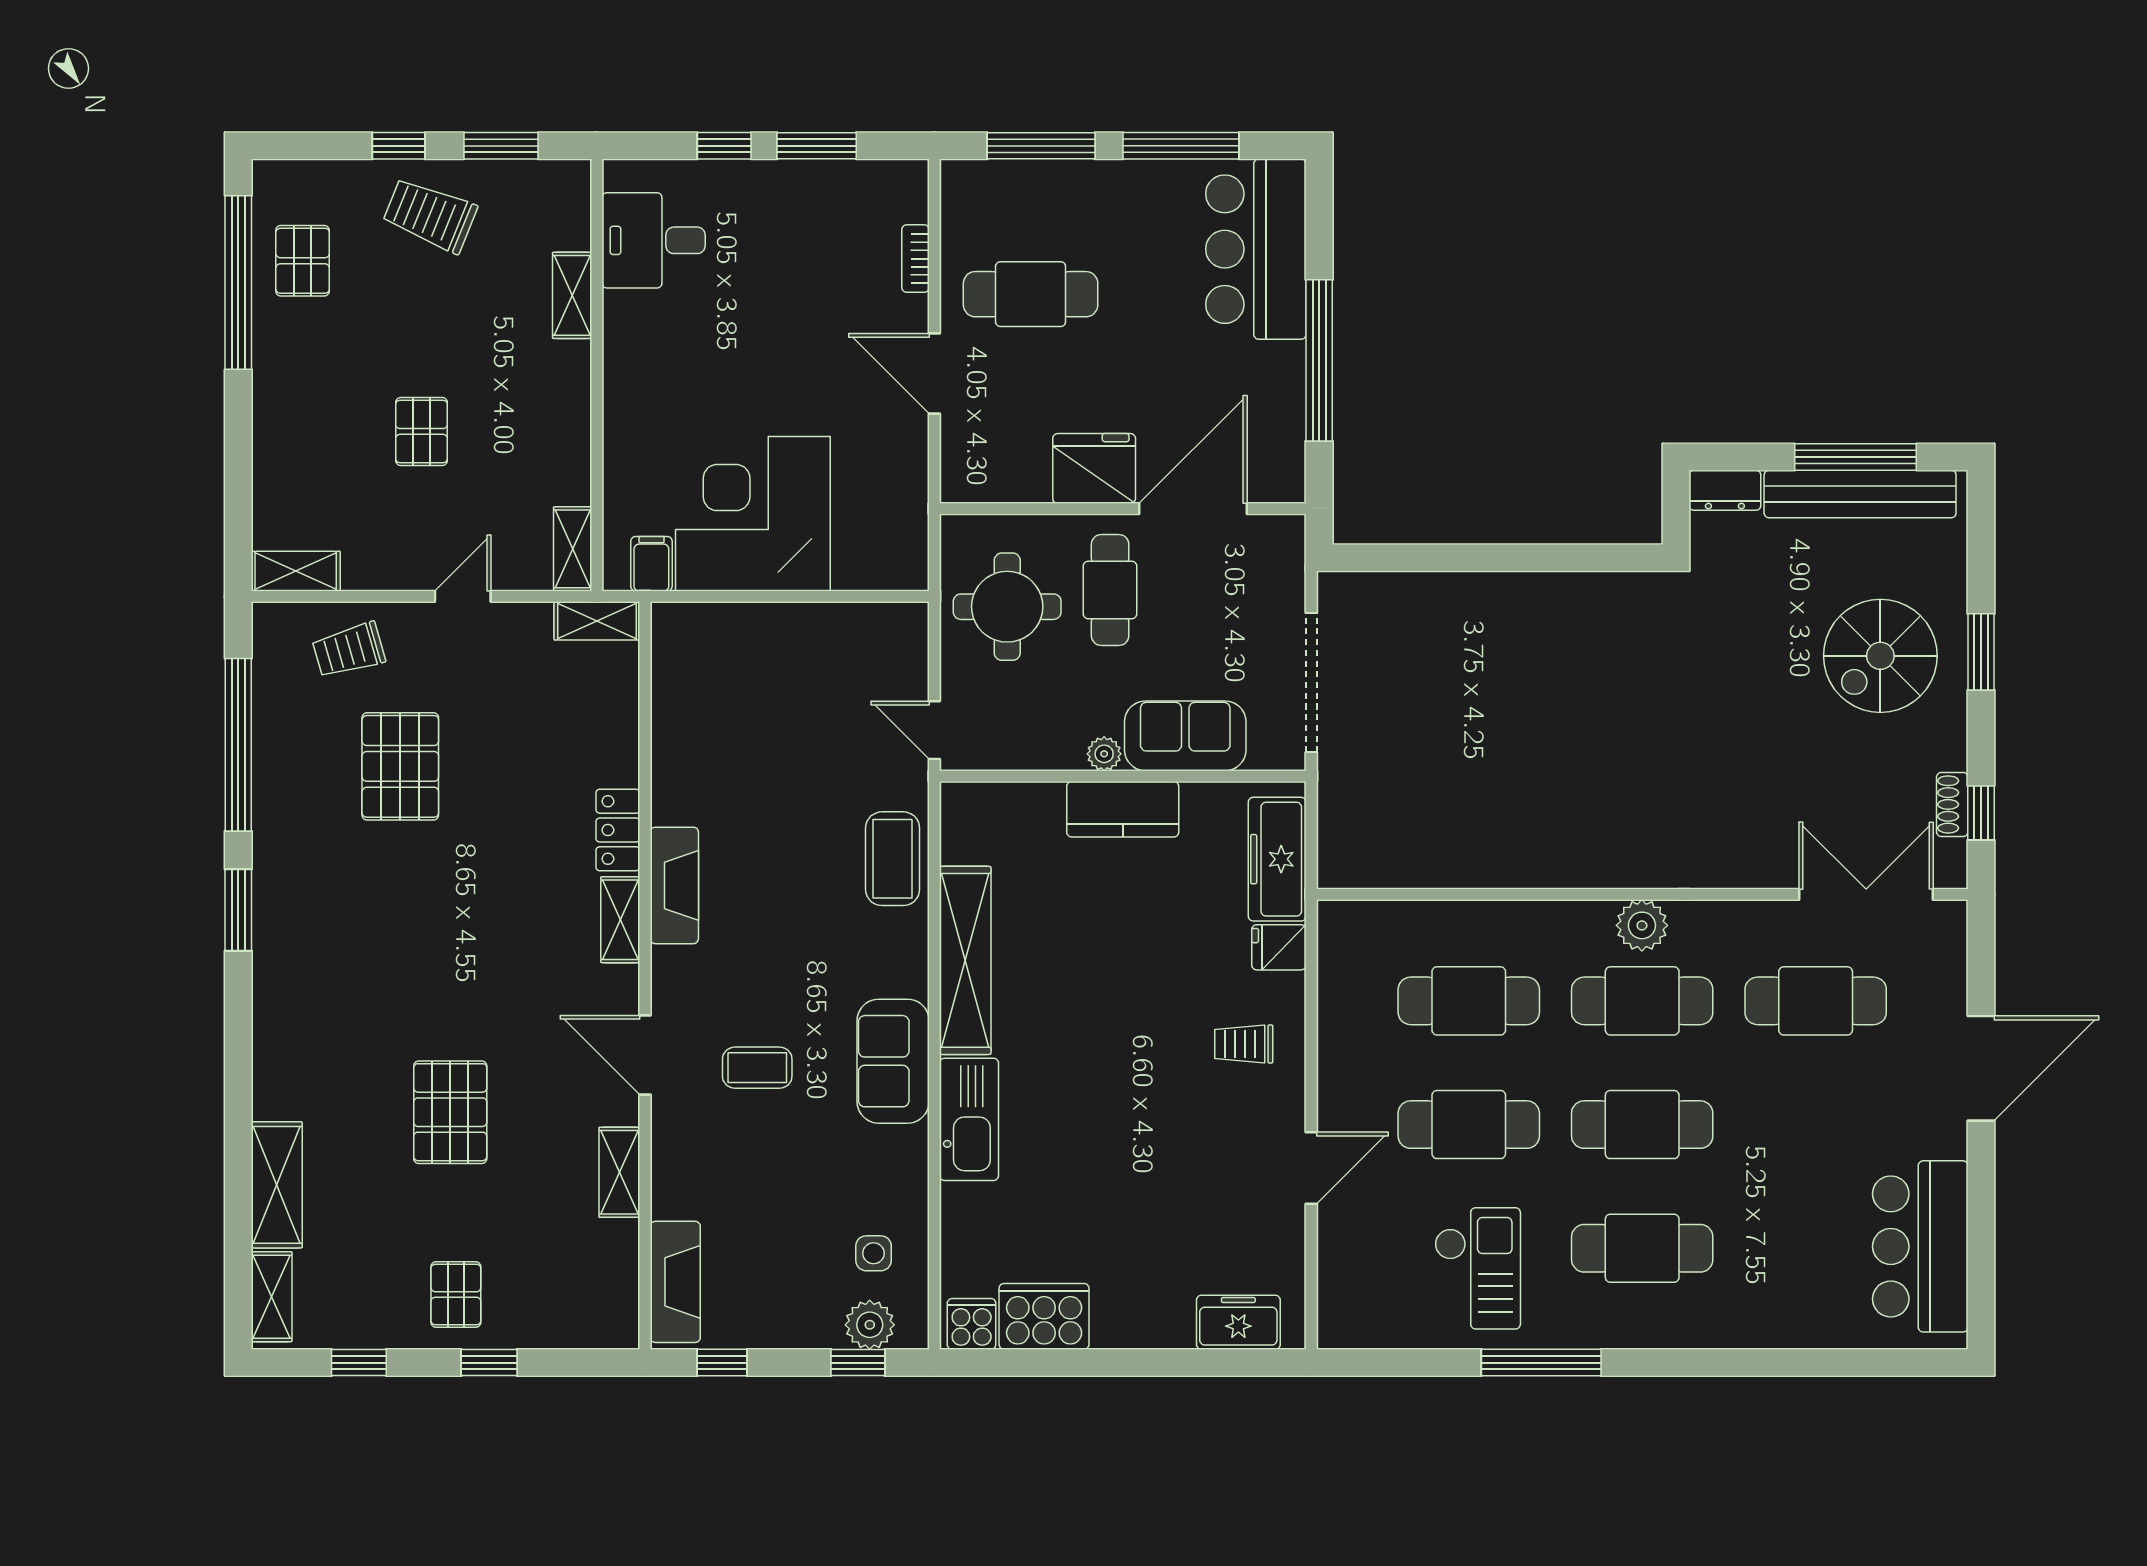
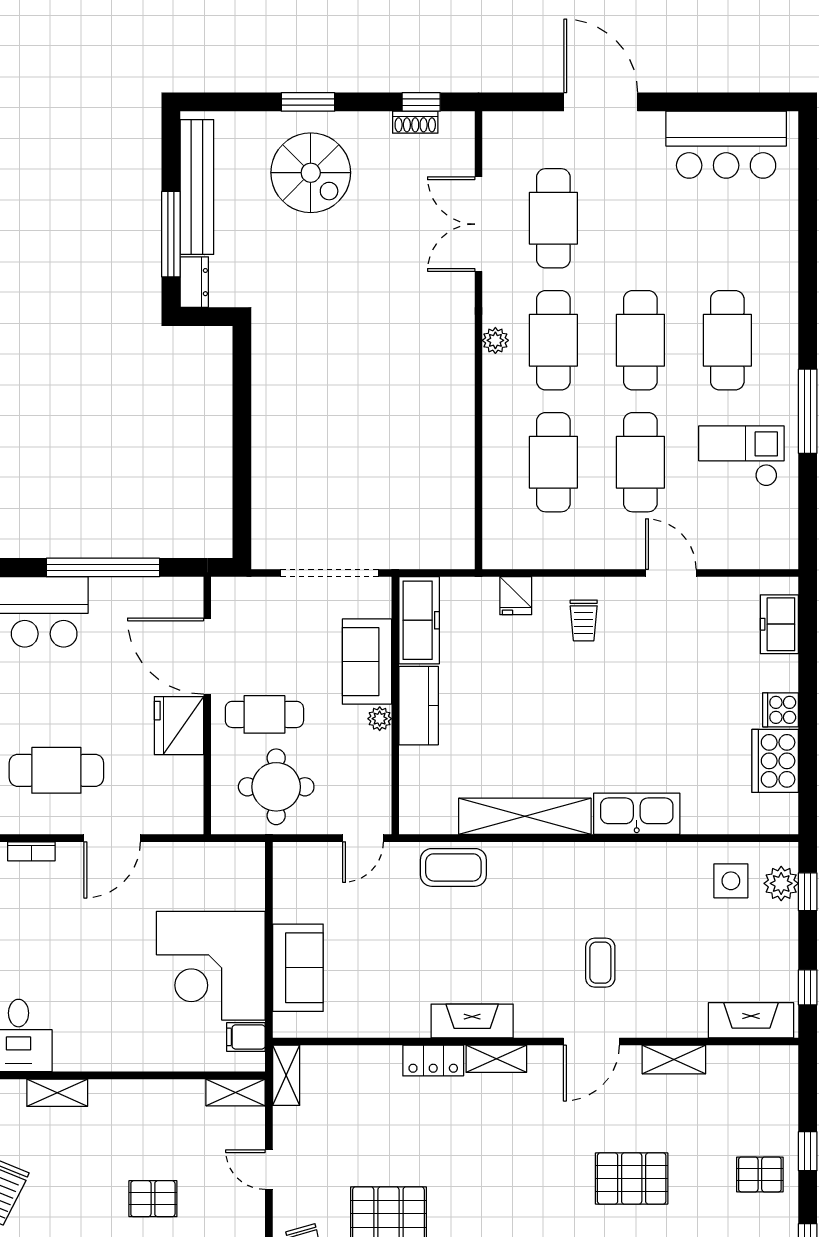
cafe table: (1031, 294) -> (56, 770), turned 90
window: (1856, 457) -> (171, 234), moved
freezer: (1277, 859) -> (419, 620), moved, turned -90
double door: (1866, 894) -> (479, 224), moved
plant: (1642, 925) -> (495, 340), width x0.73, depth x0.73
sofa: (893, 1061) -> (298, 968), moved, turned -90
side table: (874, 1253) -> (731, 881), width x1.37, depth x1.37
cooker: (972, 1324) -> (781, 710), moved

